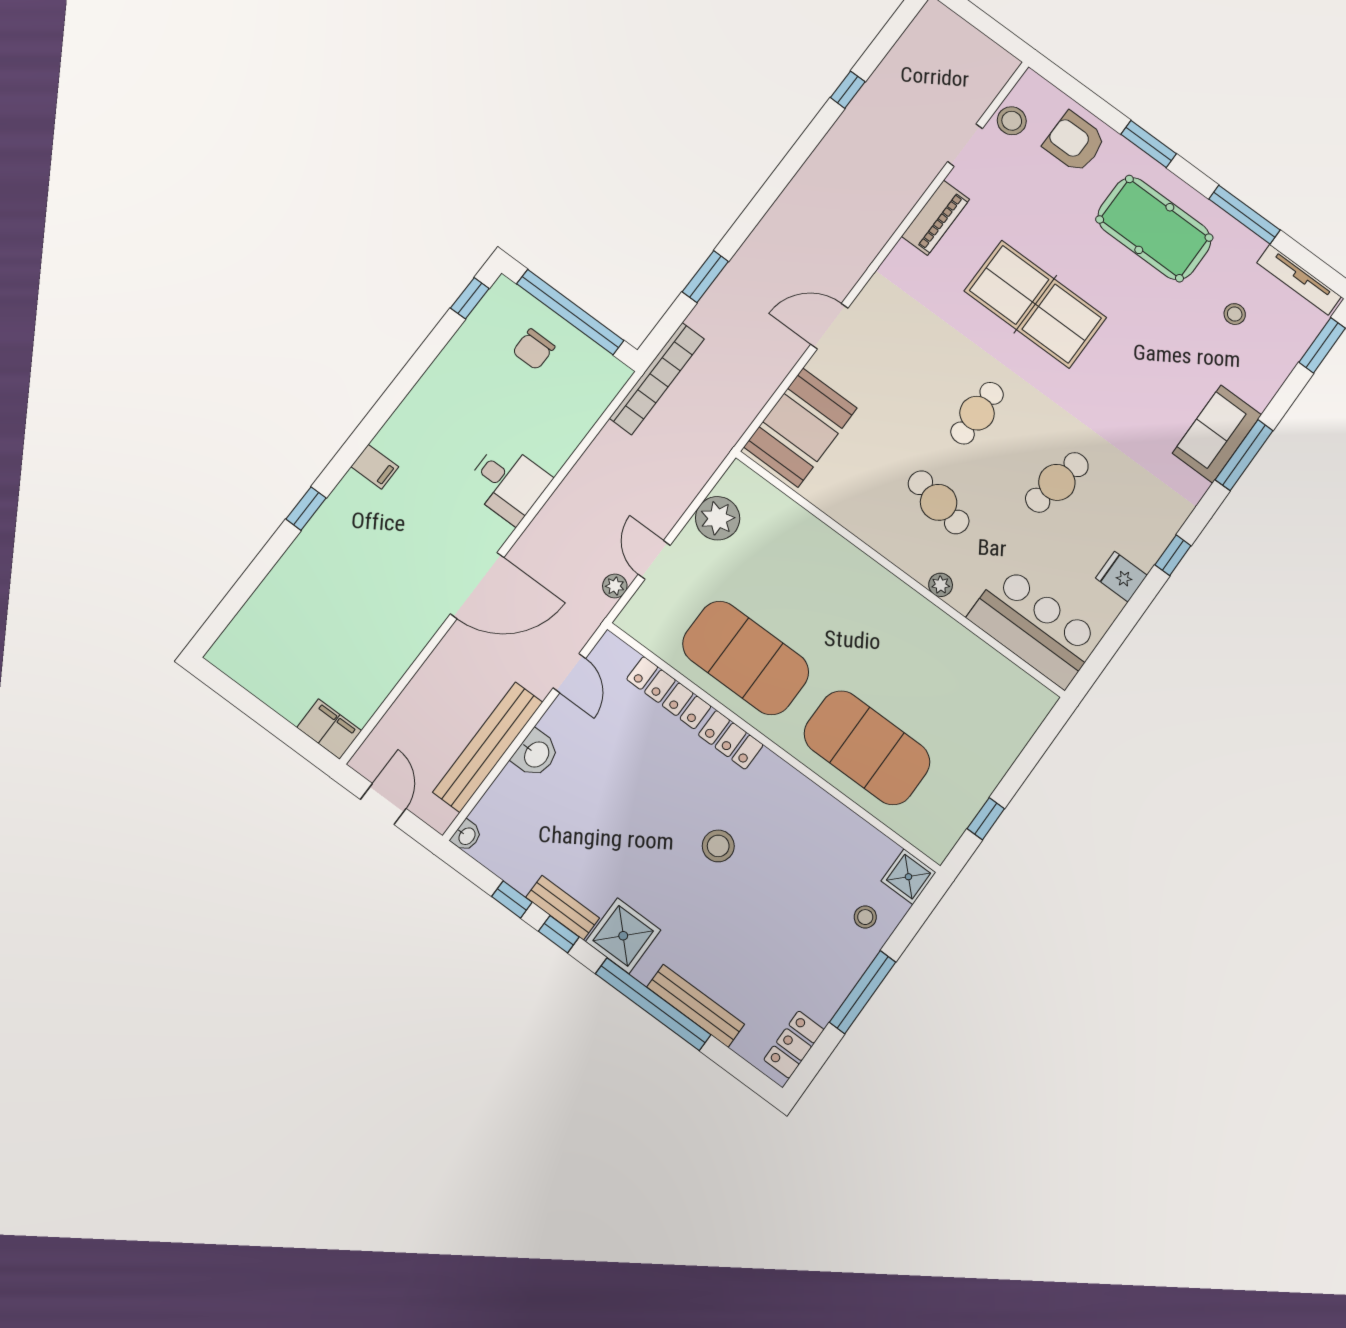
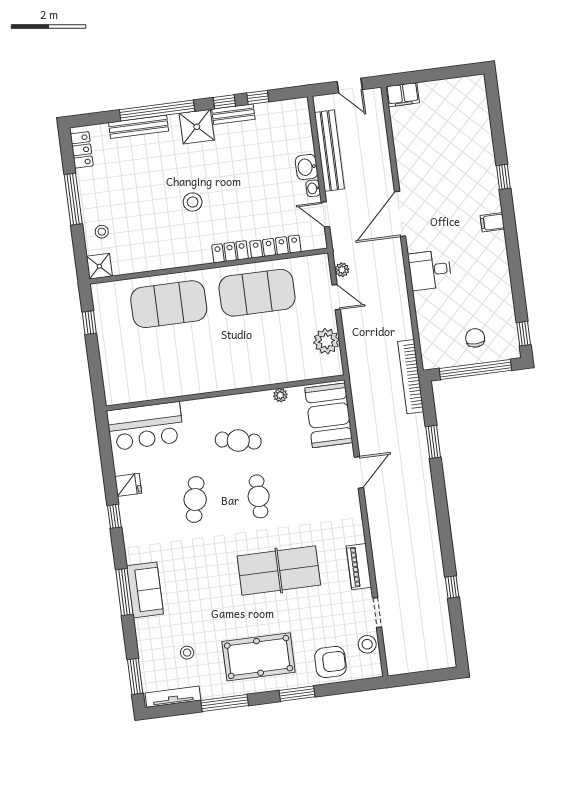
plant: (941, 585) -> (280, 395), moved
washbasin: (466, 836) -> (313, 188), moved

